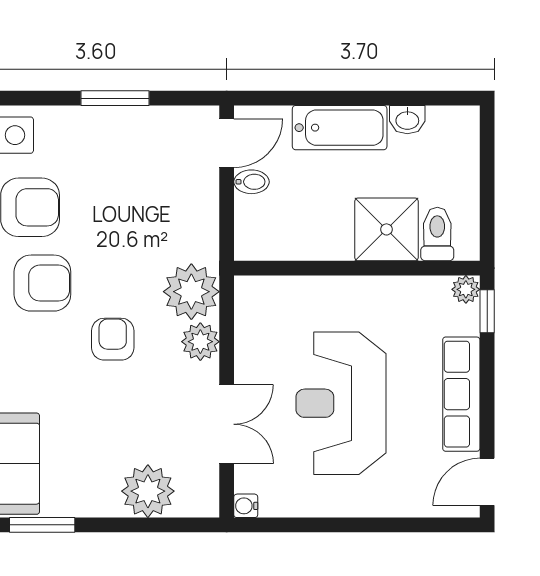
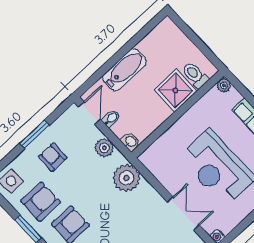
washbasin: (407, 120) -> (131, 142), moved, turned -90
window: (487, 311) -> (239, 86), removed
armchair: (113, 339) -> (53, 157), moved
plant: (200, 342) -> (104, 148), moved

